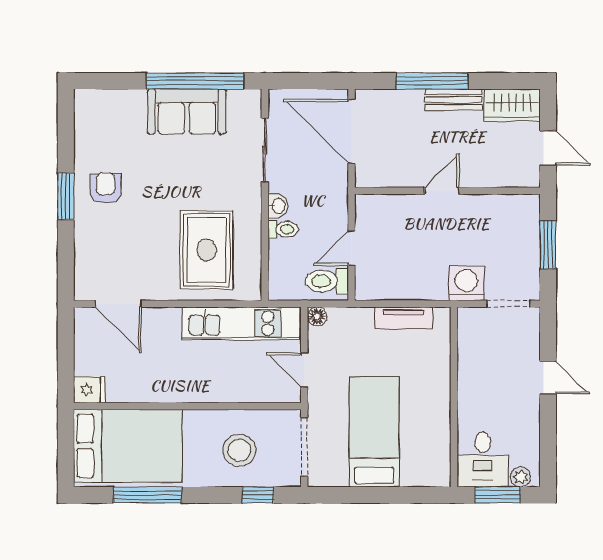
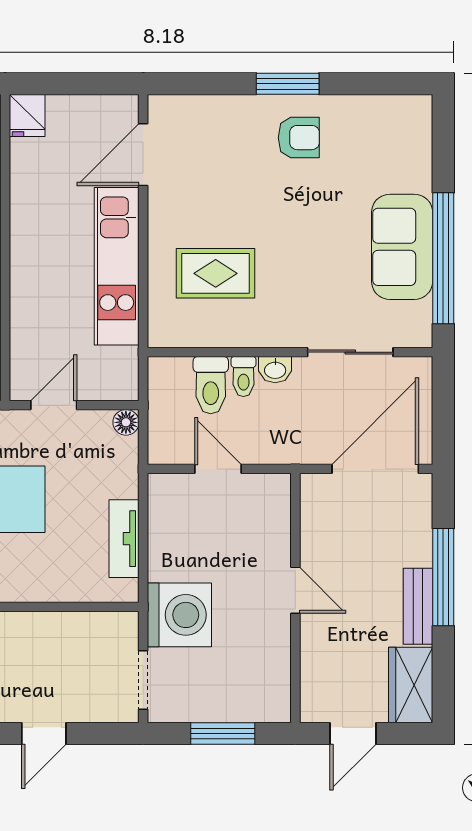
rug: (206, 250) -> (216, 273), width x0.73, depth x0.70
toilet: (327, 281) -> (211, 385), moved, turned 180
washing machine: (466, 283) -> (179, 615), width x1.37, depth x1.37
kitchen unit: (241, 323) -> (117, 266), moved

